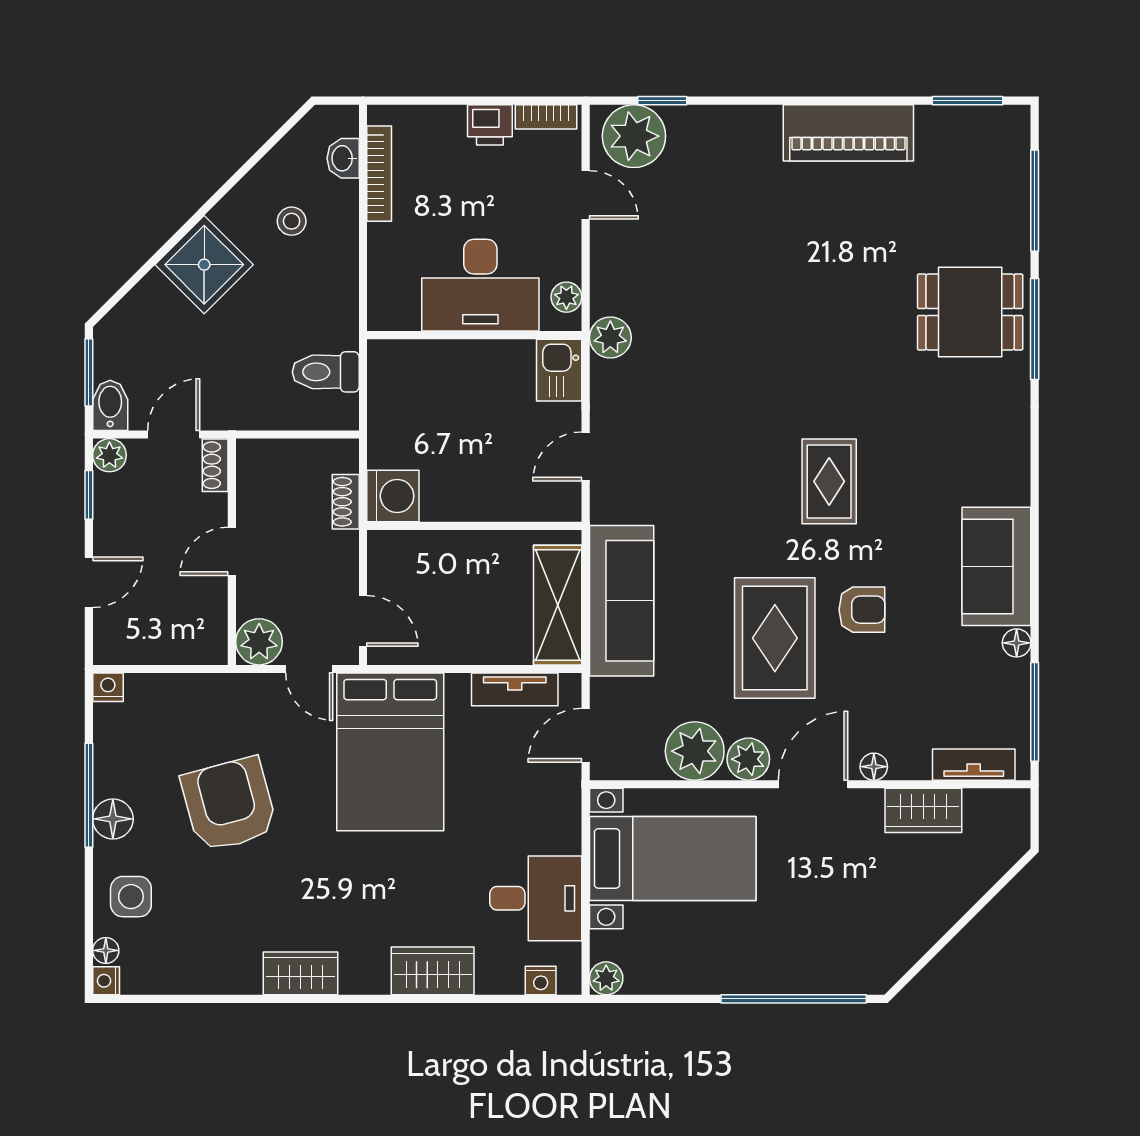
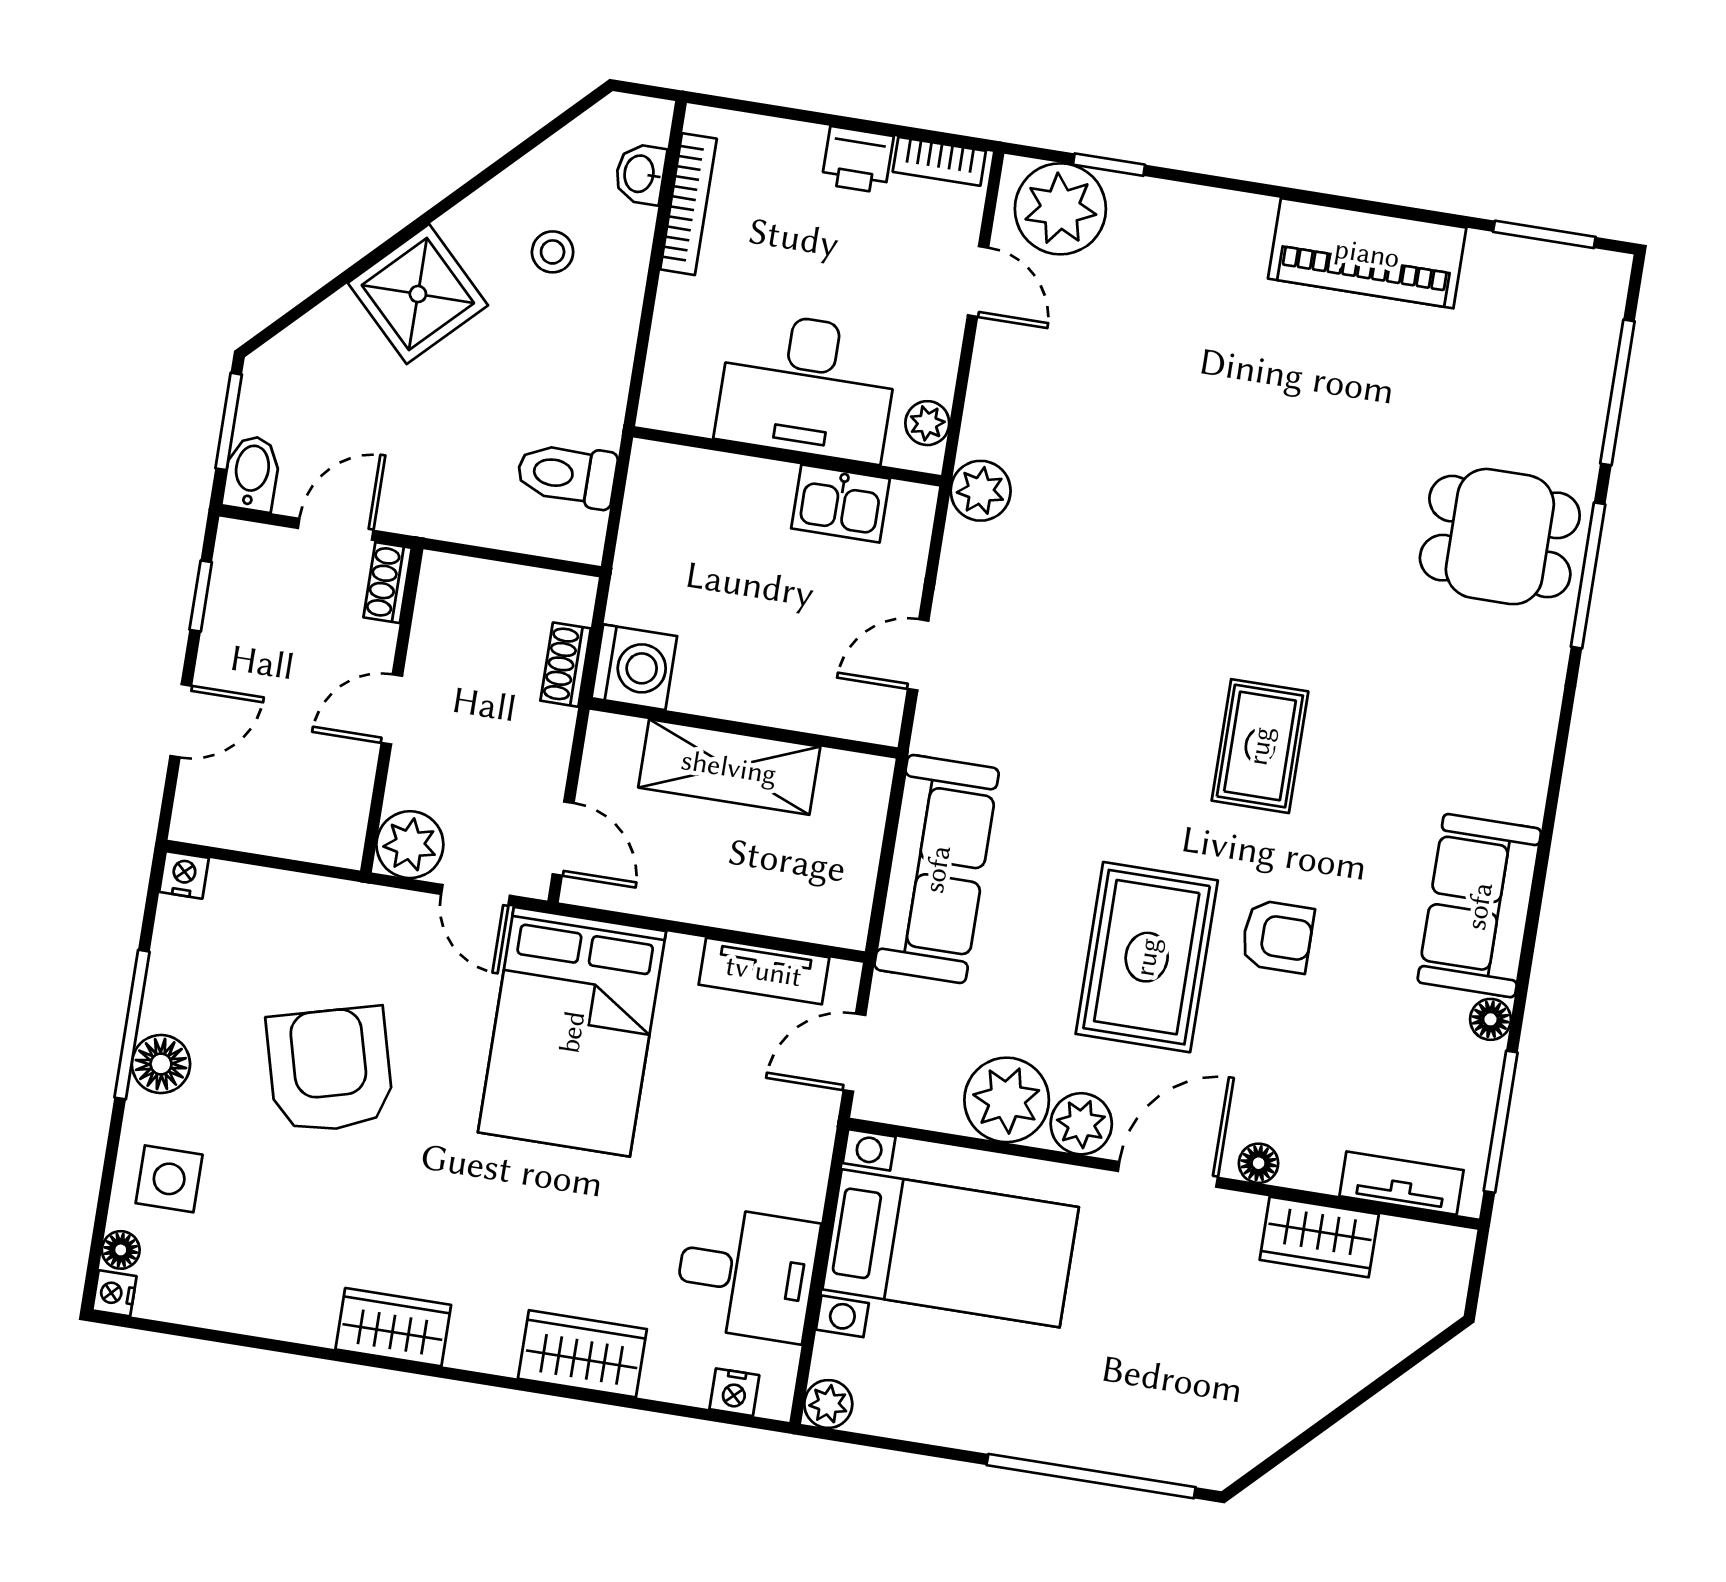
kitchen sink: (559, 370) -> (840, 504), moved, turned -90
plant: (109, 455) -> (239, 544), removed
shelving: (558, 605) -> (729, 767), moved, turned 90

